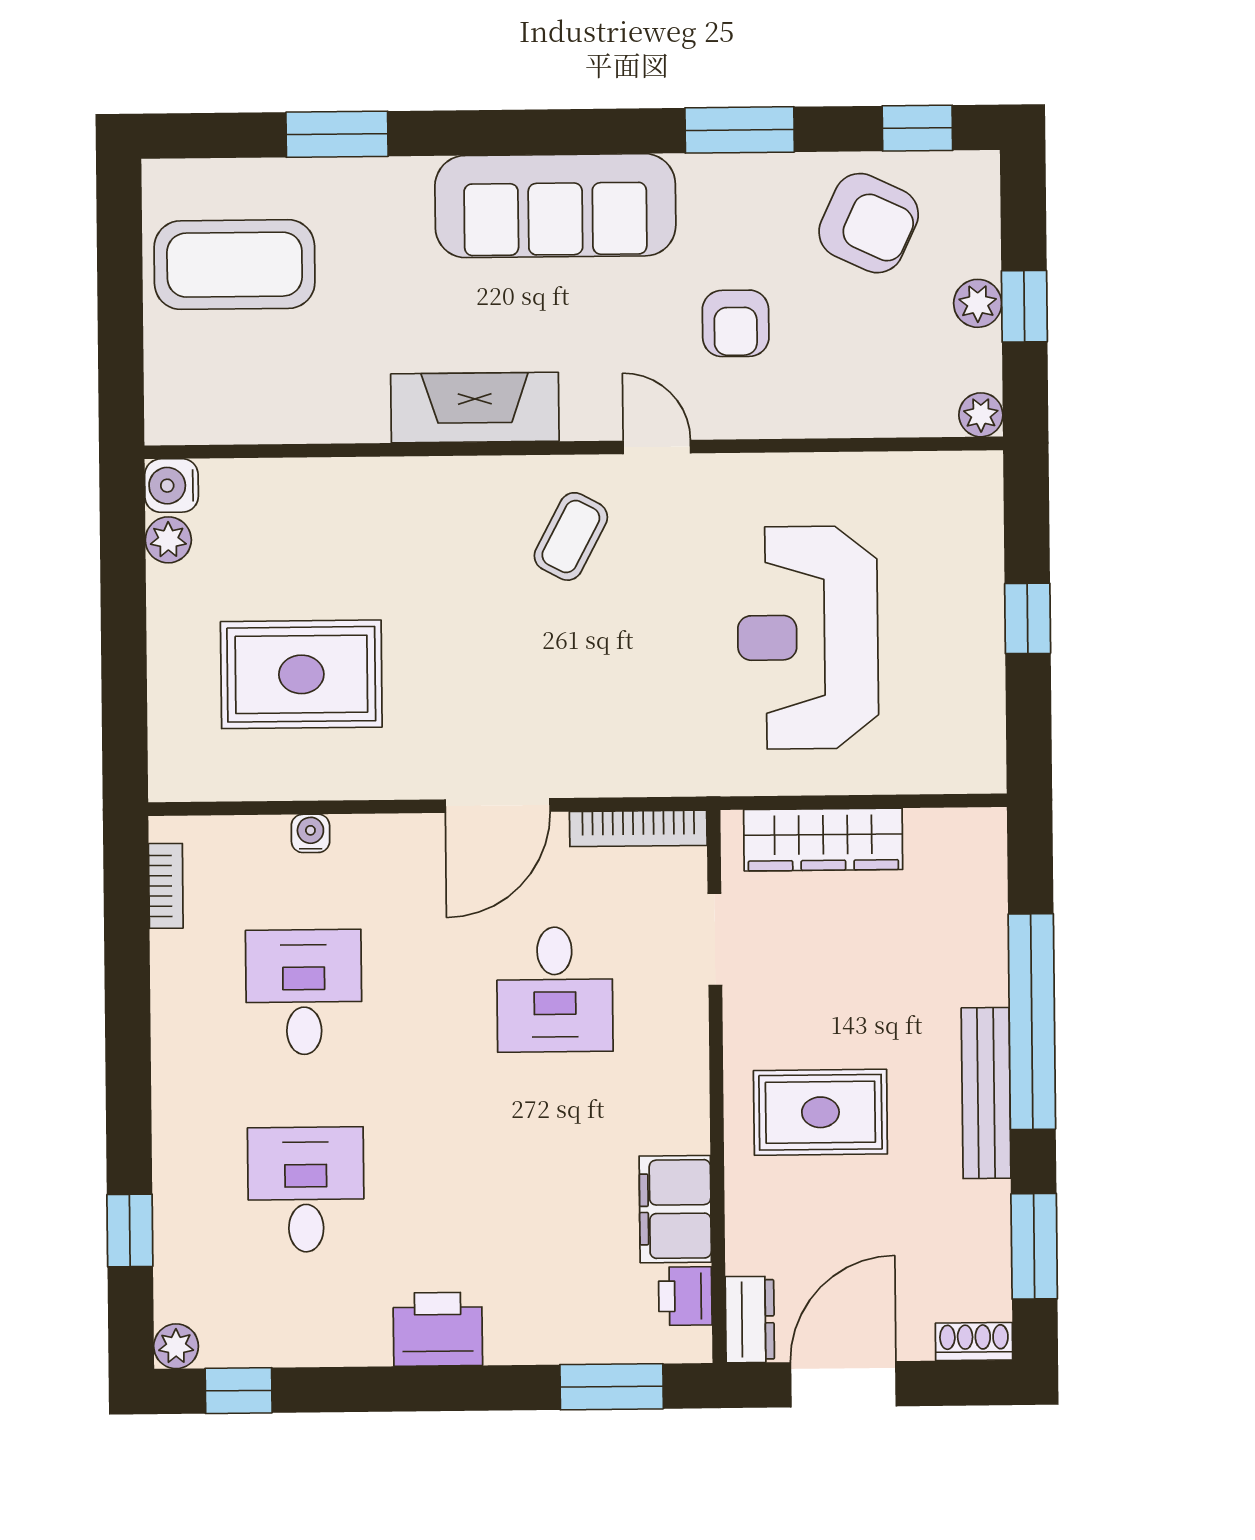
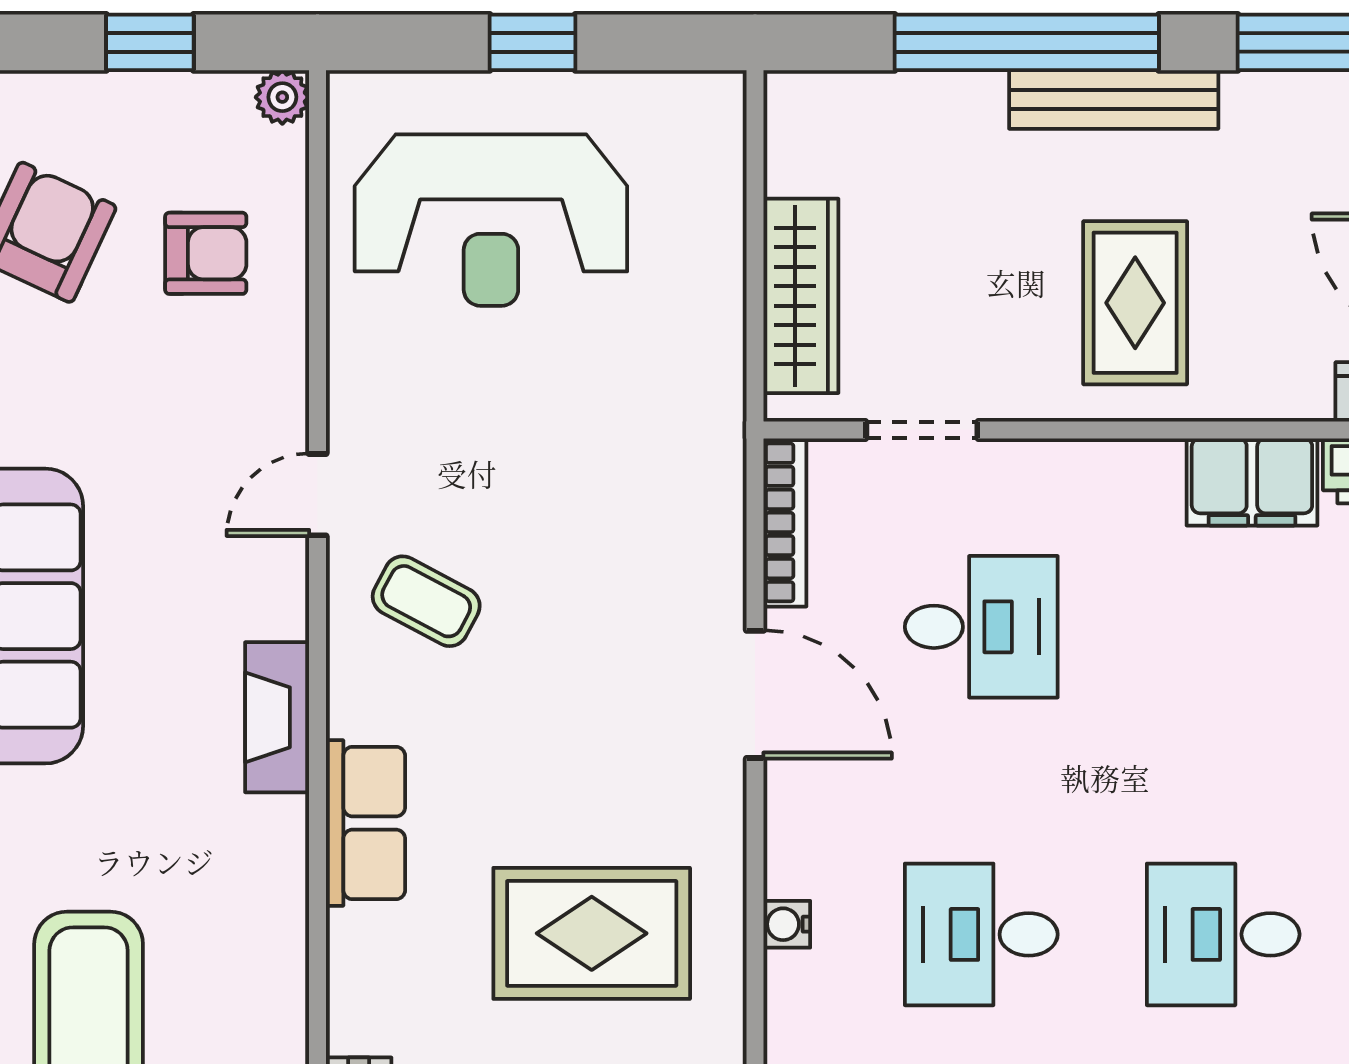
plant: (978, 303) -> (146, 100), removed
armchair: (736, 323) -> (206, 253), moved
fireplace: (475, 408) -> (277, 717), width x0.73, depth x0.76
row of seats: (389, 489) -> (366, 823), added
reception desk: (808, 637) -> (491, 220), moved
rug: (301, 674) -> (592, 933), turned 90

